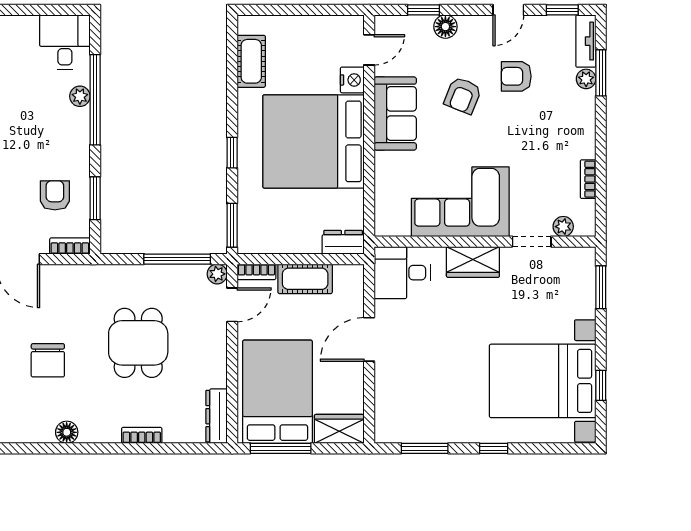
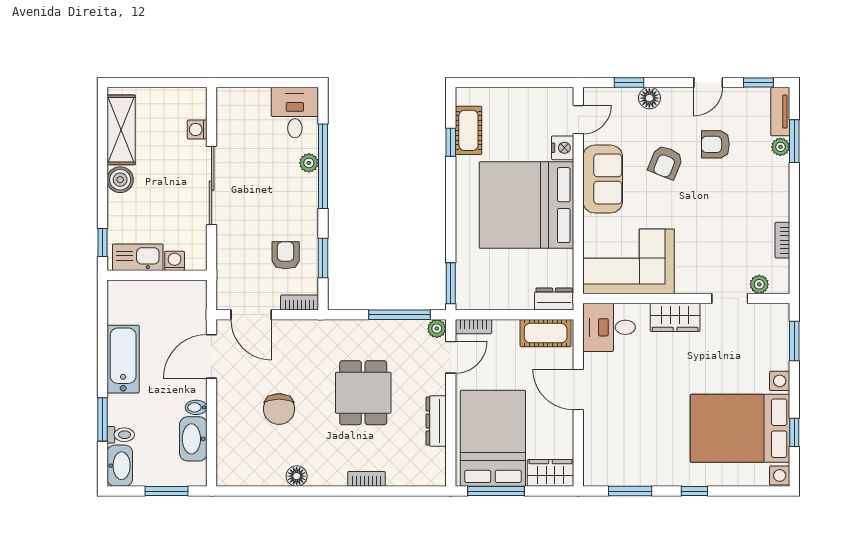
window: (232, 153) -> (451, 142), moved
corner sofa: (460, 202) -> (629, 261), moved
cot: (305, 279) -> (546, 333), moved
door: (369, 339) -> (578, 390), hinge flipped
dresser: (216, 416) -> (436, 421), moved

